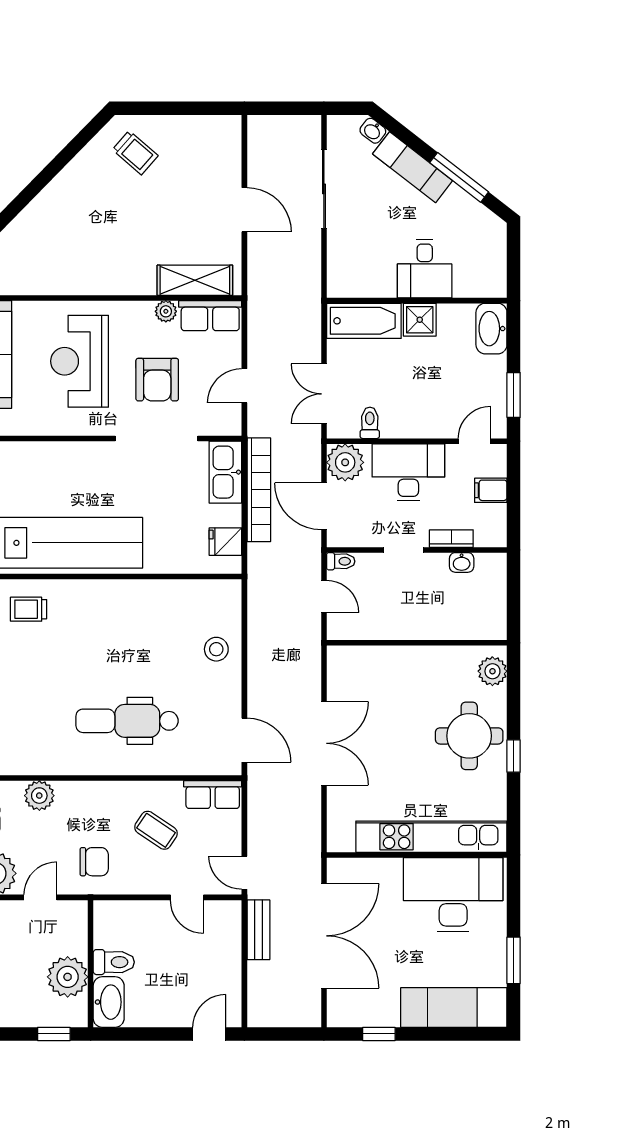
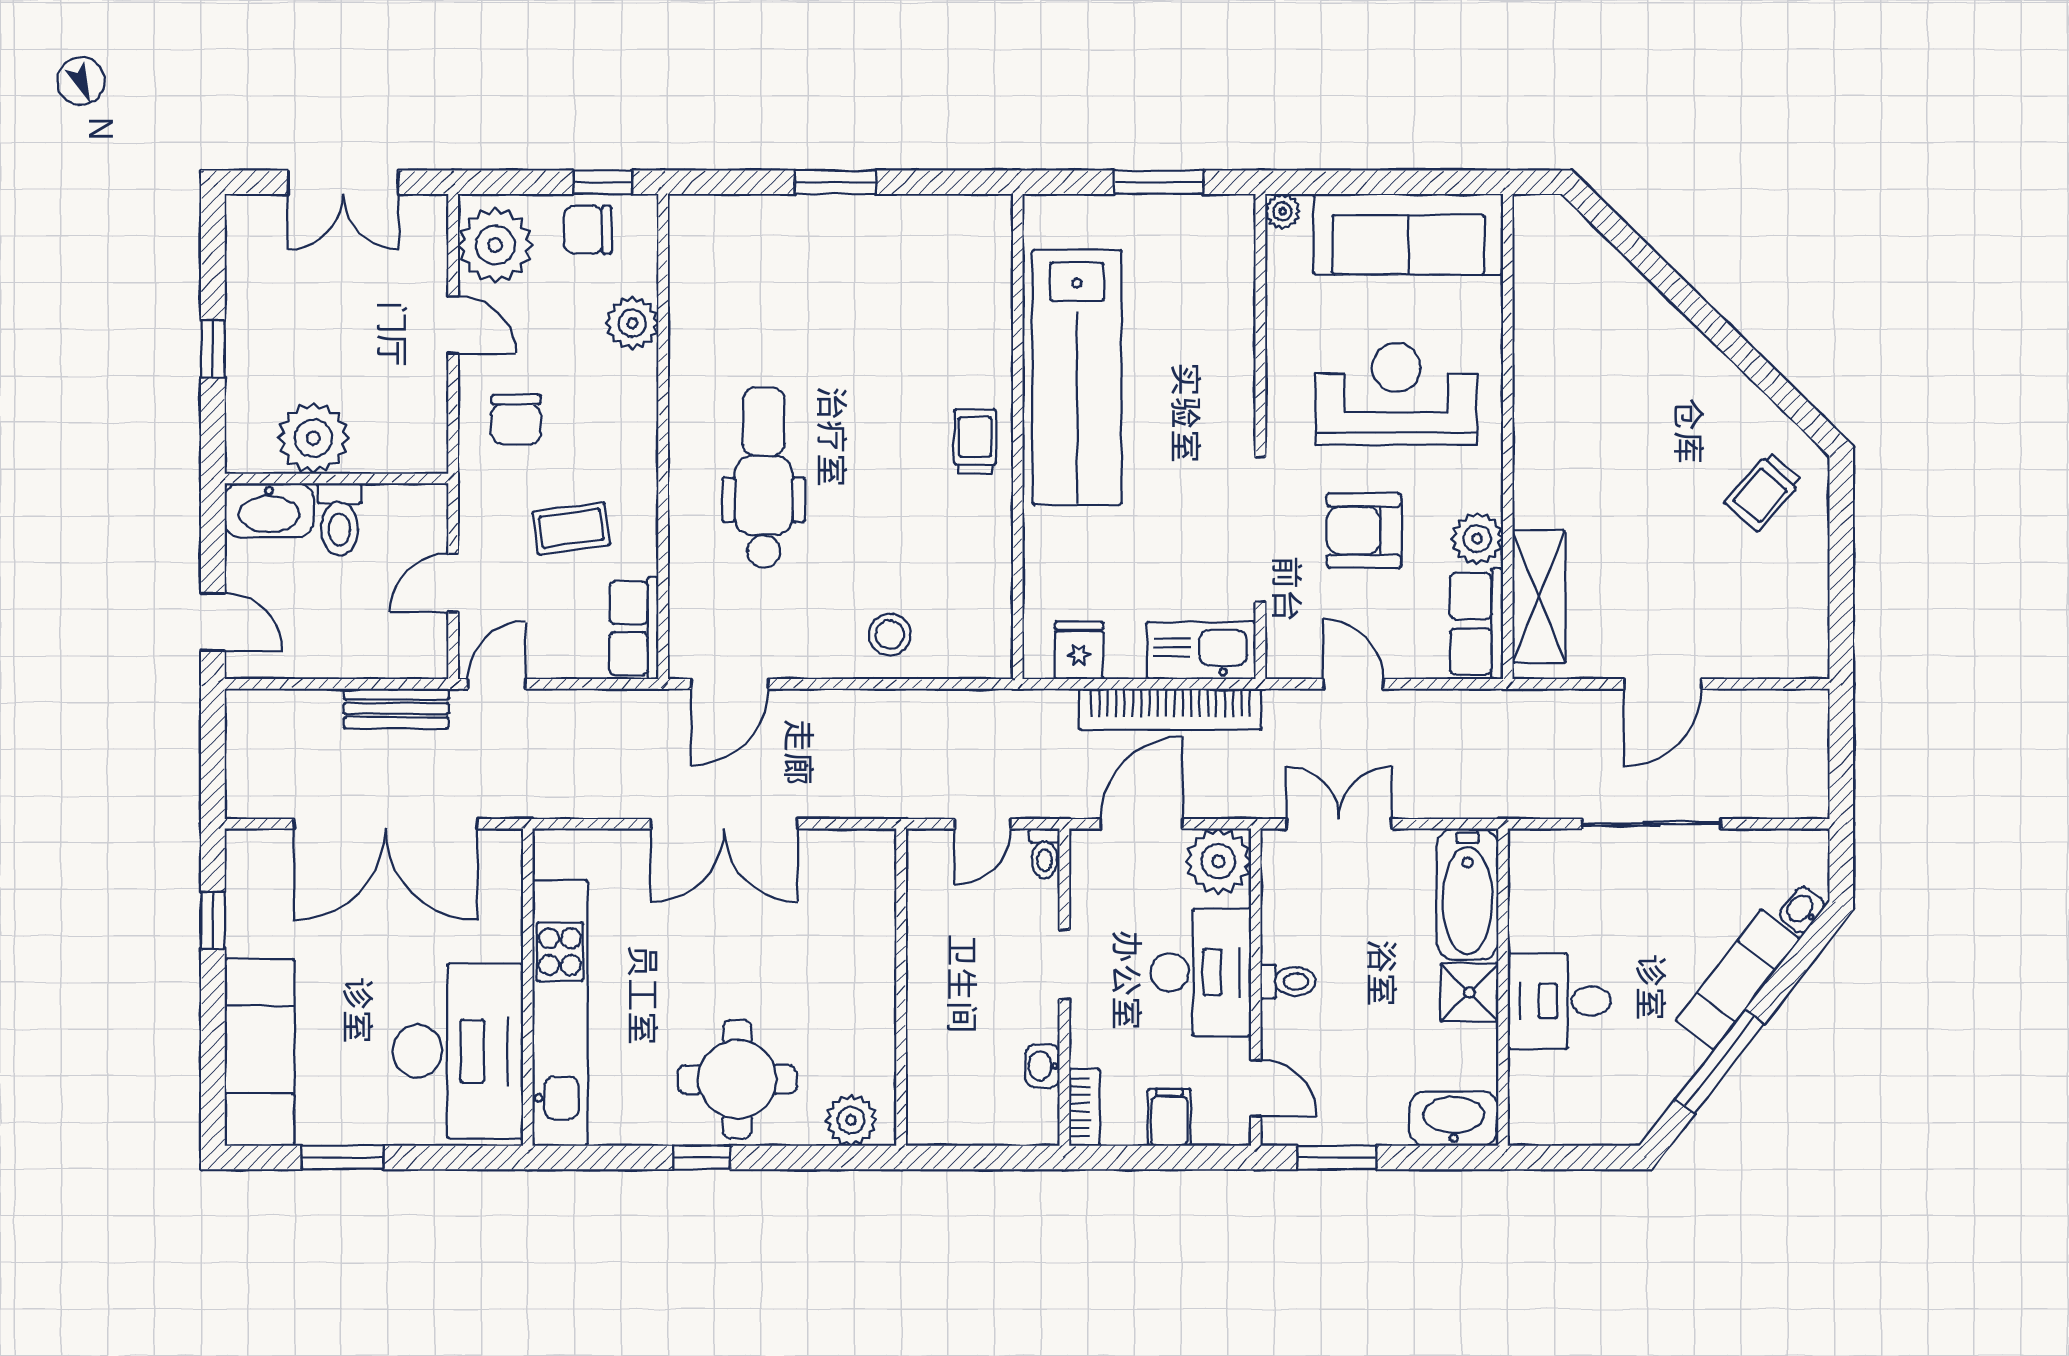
sliding door: (324, 189) -> (1651, 824), moved
plant: (166, 311) -> (1477, 539), width x1.38, depth x1.38
toilet: (370, 423) -> (1288, 981), moved
bookcase: (451, 539) -> (1084, 1107), moved
trolley: (29, 609) -> (975, 441), moved
coffee table: (156, 830) -> (571, 528), turned 48
toilet: (114, 962) -> (339, 519), moved
wall: (91, 964) -> (337, 479), moved
plant: (68, 977) -> (313, 438), moved
washbasin: (109, 1002) -> (269, 510), moved

